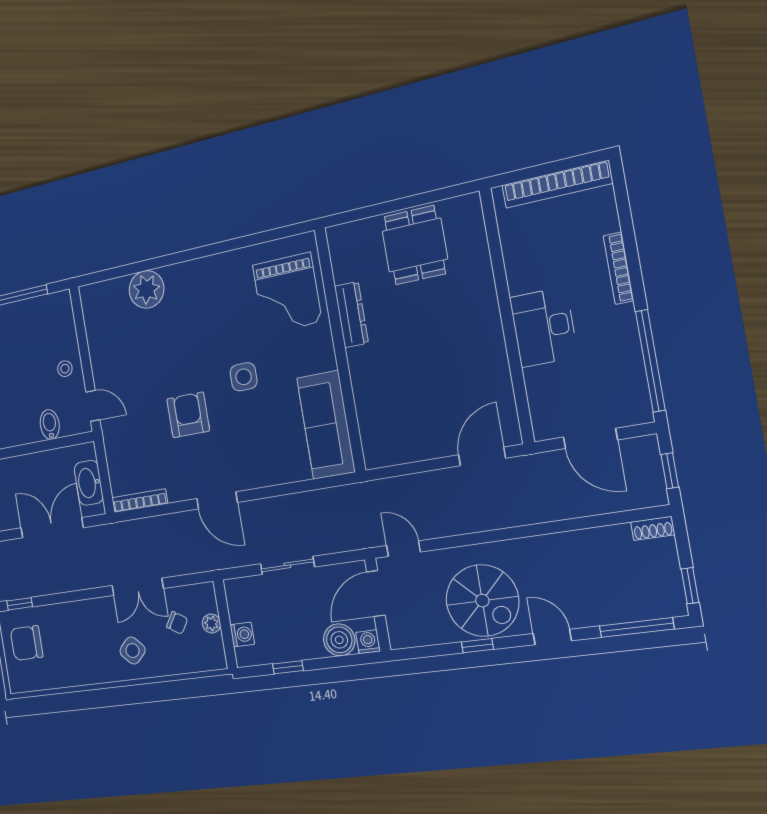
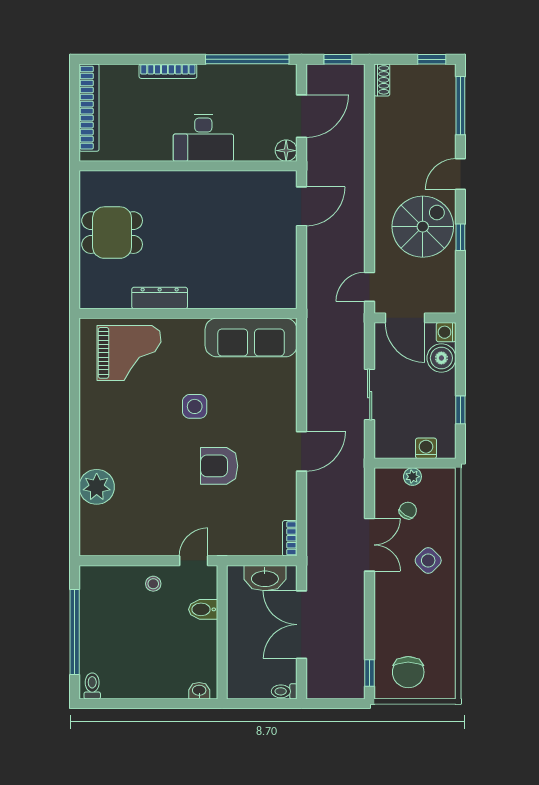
floor lamp: (545, 427) -> (286, 151), added
door: (482, 456) -> (301, 206), swing flipped
bookcase: (140, 501) -> (290, 538), width x0.64

